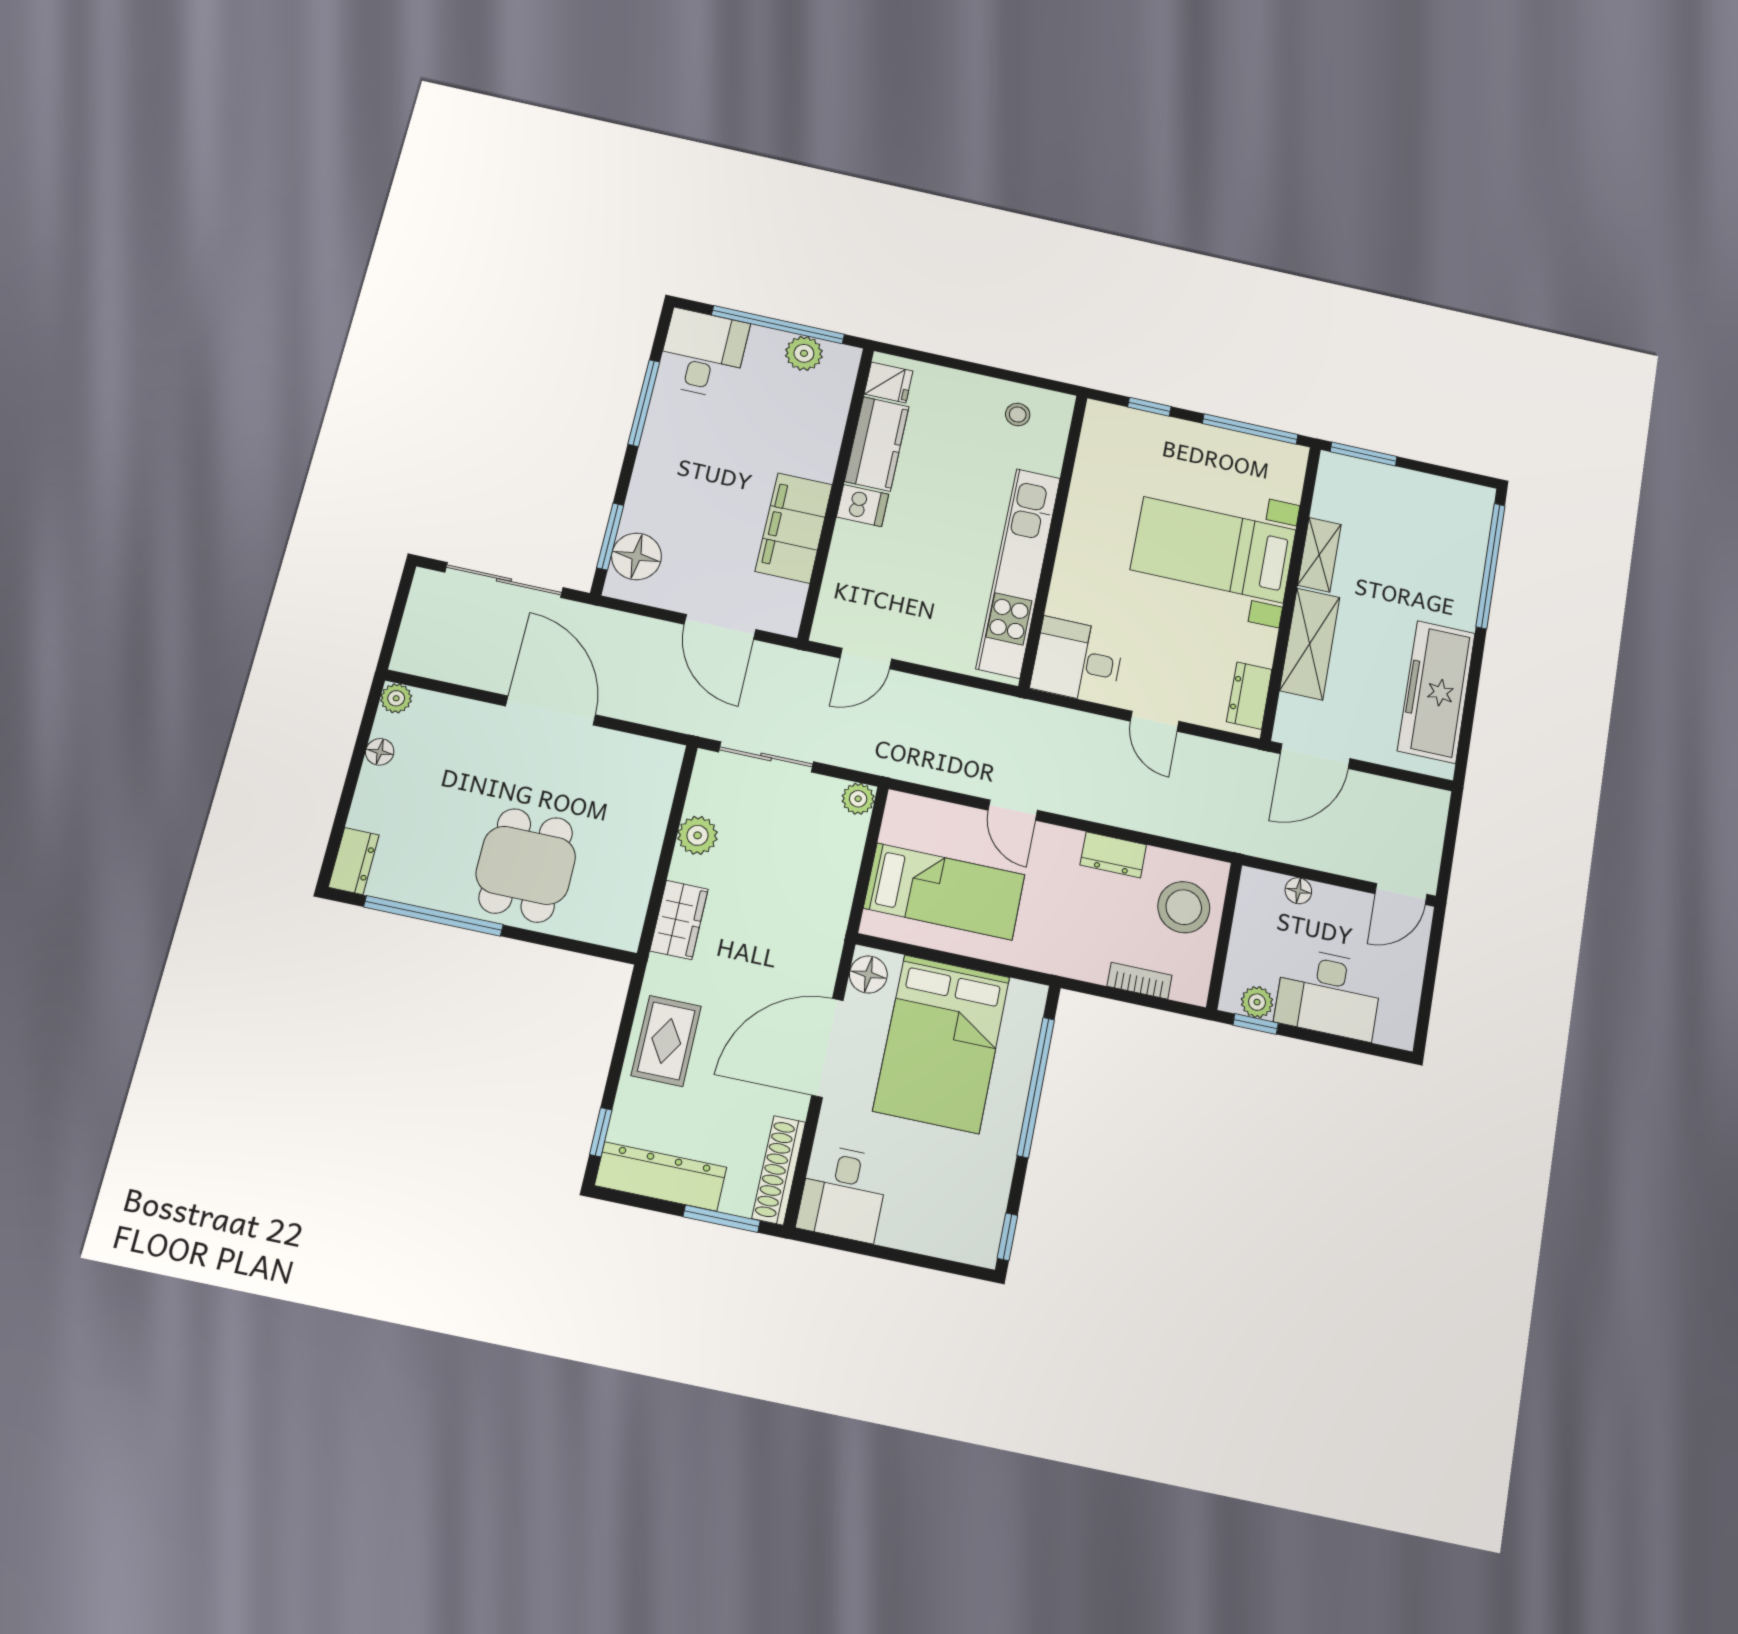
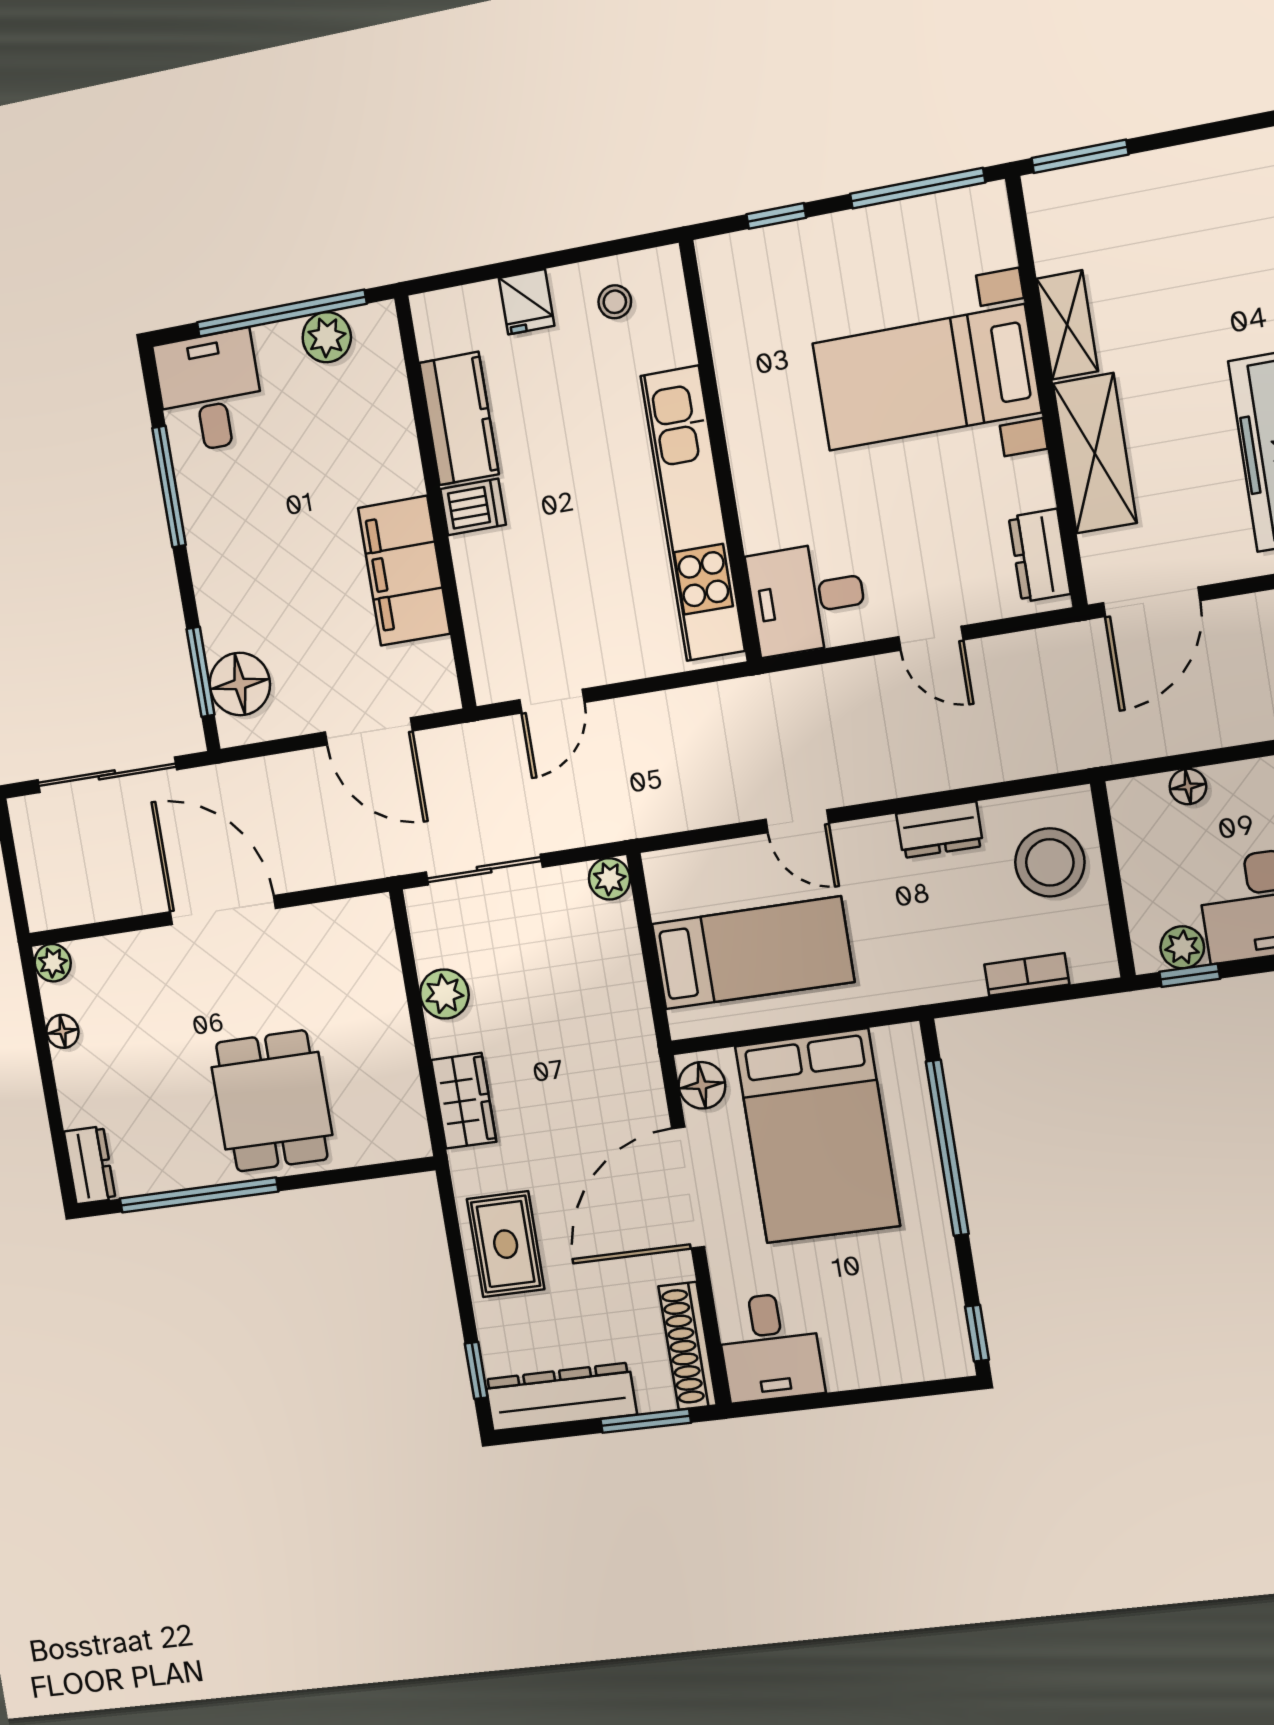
fridge: (889, 383) -> (527, 302), moved, turned 90

